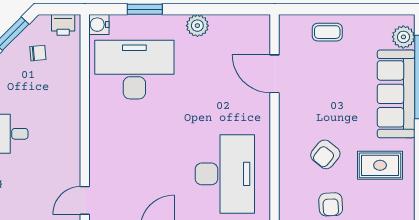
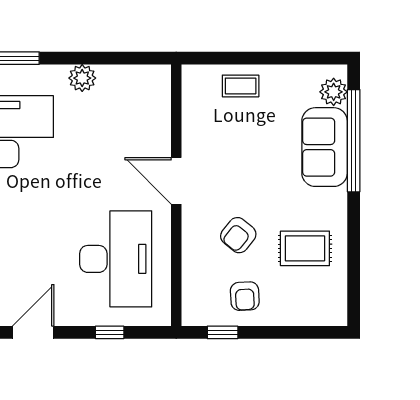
door: (274, 74) -> (176, 181), moved
sofa: (396, 94) -> (325, 147), width x0.73

